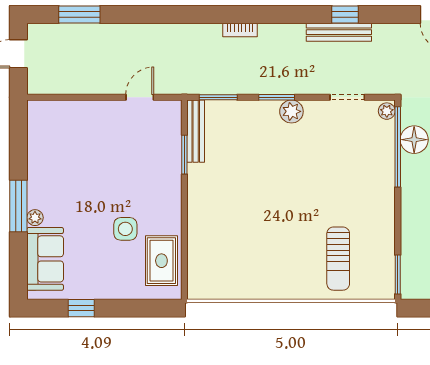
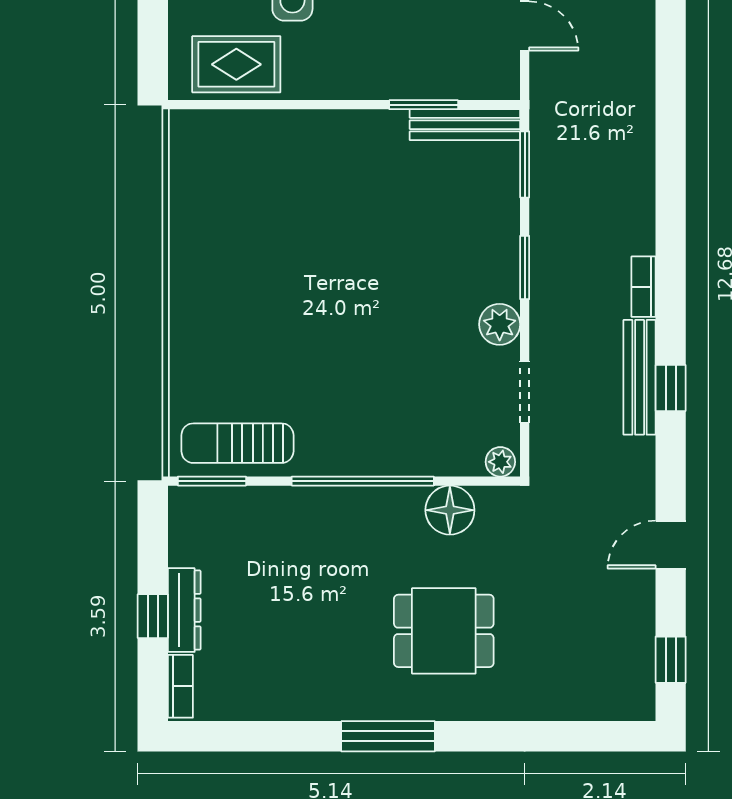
bookcase: (240, 30) -> (644, 287), moved
plant: (291, 111) -> (500, 324), moved
window: (398, 147) -> (363, 481), moved
sun lounger: (338, 259) -> (237, 443), moved

